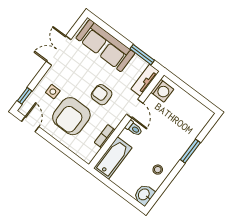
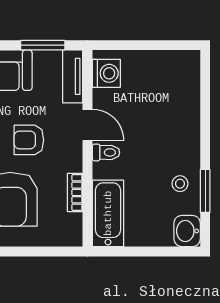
window: (190, 151) -> (205, 191), moved

